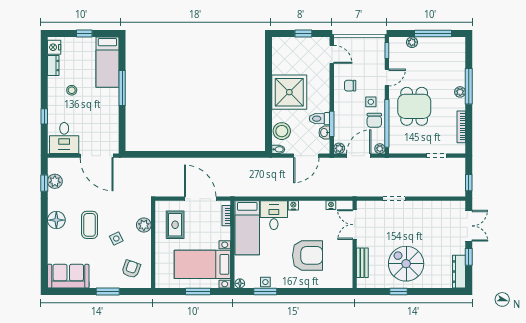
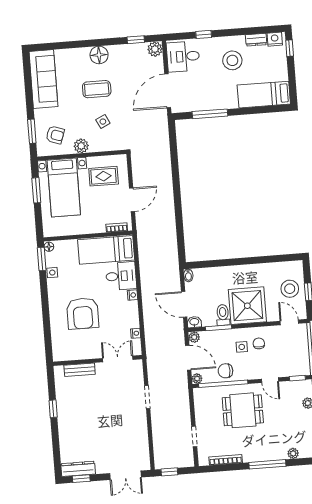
window: (84, 33) -> (290, 48), moved
door: (332, 54) -> (289, 322), swing flipped
window: (122, 88) -> (210, 114), moved
stool: (72, 90) -> (232, 60), width x1.89, depth x1.89
shower: (289, 92) -> (247, 306), moved
plant: (460, 92) -> (293, 453), moved
side table: (371, 102) -> (242, 347), moved
stool: (282, 131) -> (290, 289), moved
washbasin: (324, 133) -> (194, 322), moved
plant: (55, 181) -> (155, 49), moved
door: (200, 199) -> (132, 200), width x0.73
plant: (144, 225) -> (81, 146), moved
side table: (116, 239) -> (103, 122), moved
window: (469, 257) -> (81, 479), moved
bed with nightstands: (202, 264) -> (64, 187), moved, turned 180
spiral stairs: (406, 264) -> (82, 414), removed
sofa: (68, 276) -> (43, 79), width x1.36
window: (108, 291) -> (32, 131), moved
window: (198, 291) -> (36, 190), moved
window: (265, 291) -> (42, 259), moved

